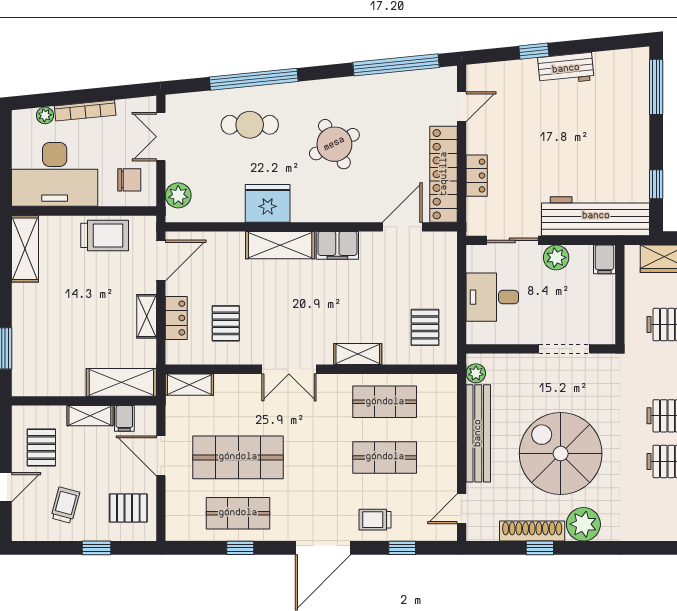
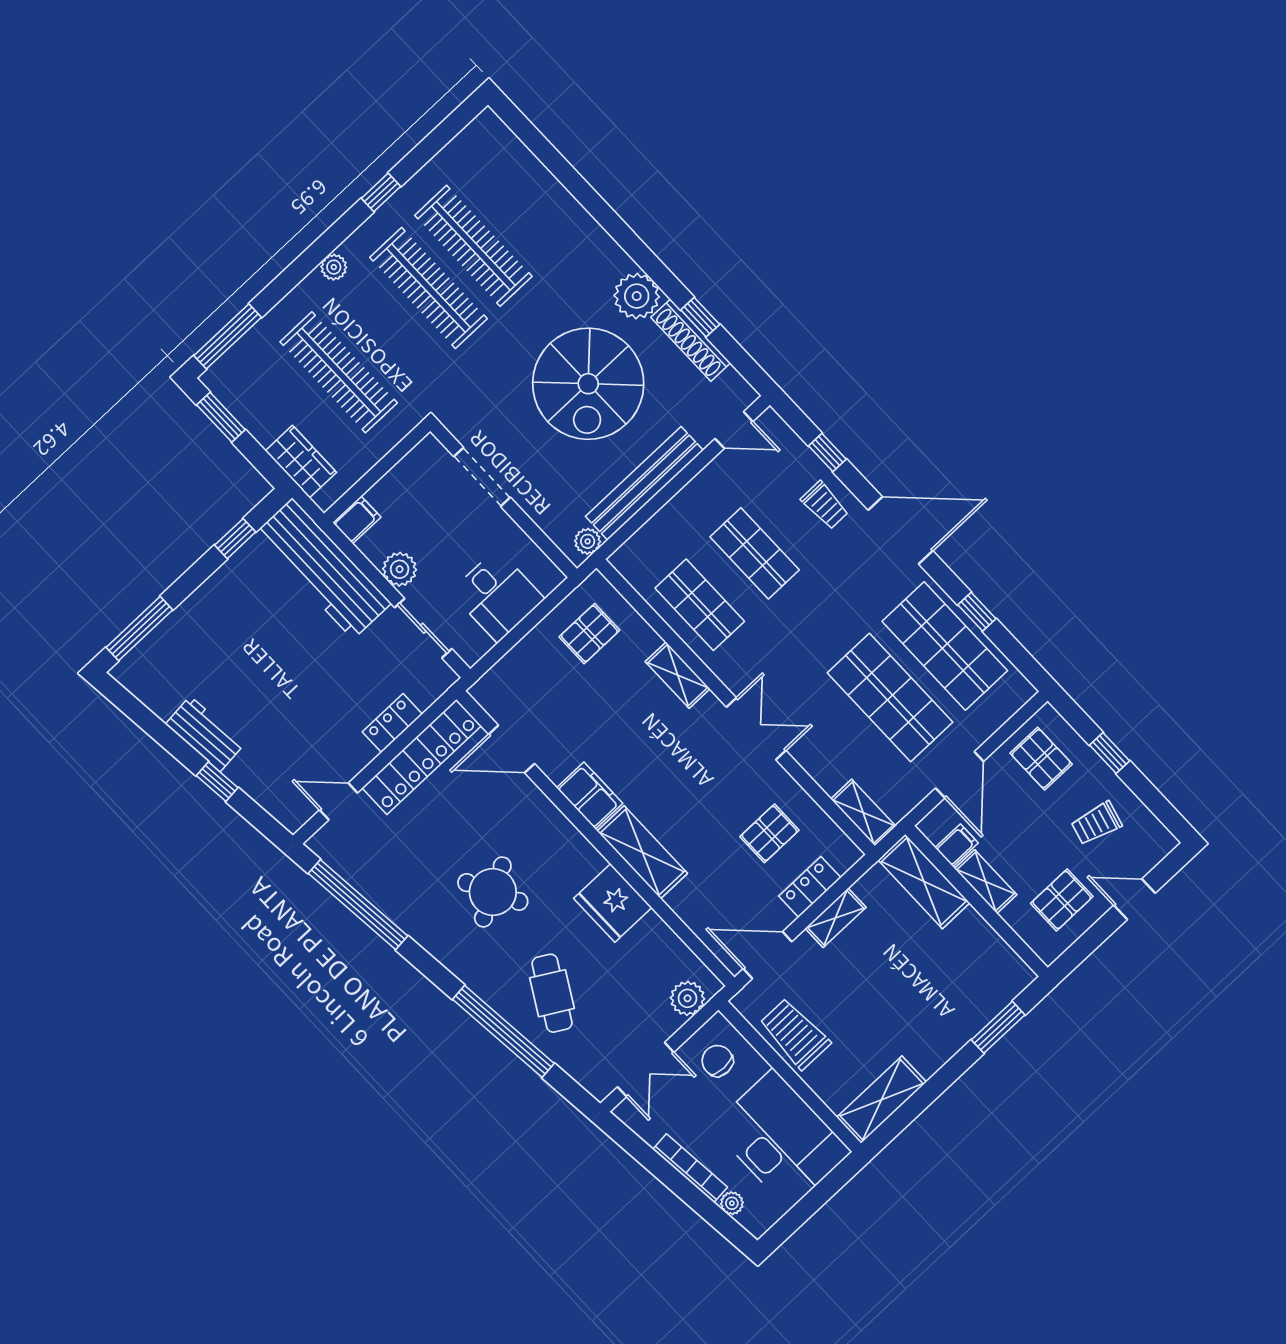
cafe table: (250, 125) -> (552, 993), turned 30
shop shelf: (238, 513) -> (945, 646), width x1.43, depth x1.36

